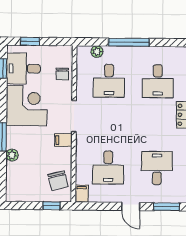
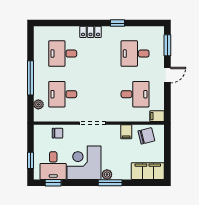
desk: (109, 81) -> (63, 94), turned 180
desk: (158, 81) -> (63, 54), turned 180
filing cabinet: (63, 140) -> (126, 132), moved
plant: (12, 155) -> (107, 175), moved
filing cabinet: (16, 182) -> (148, 171), added
window: (51, 206) -> (167, 141), removed

